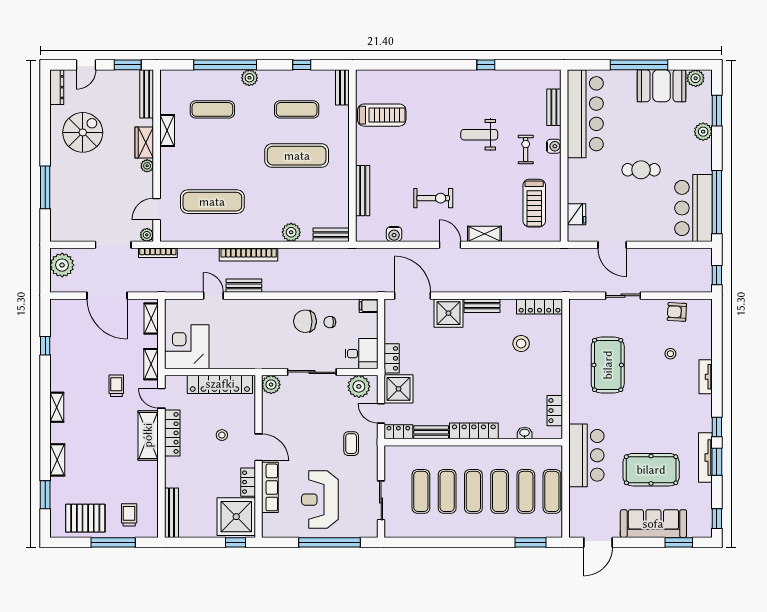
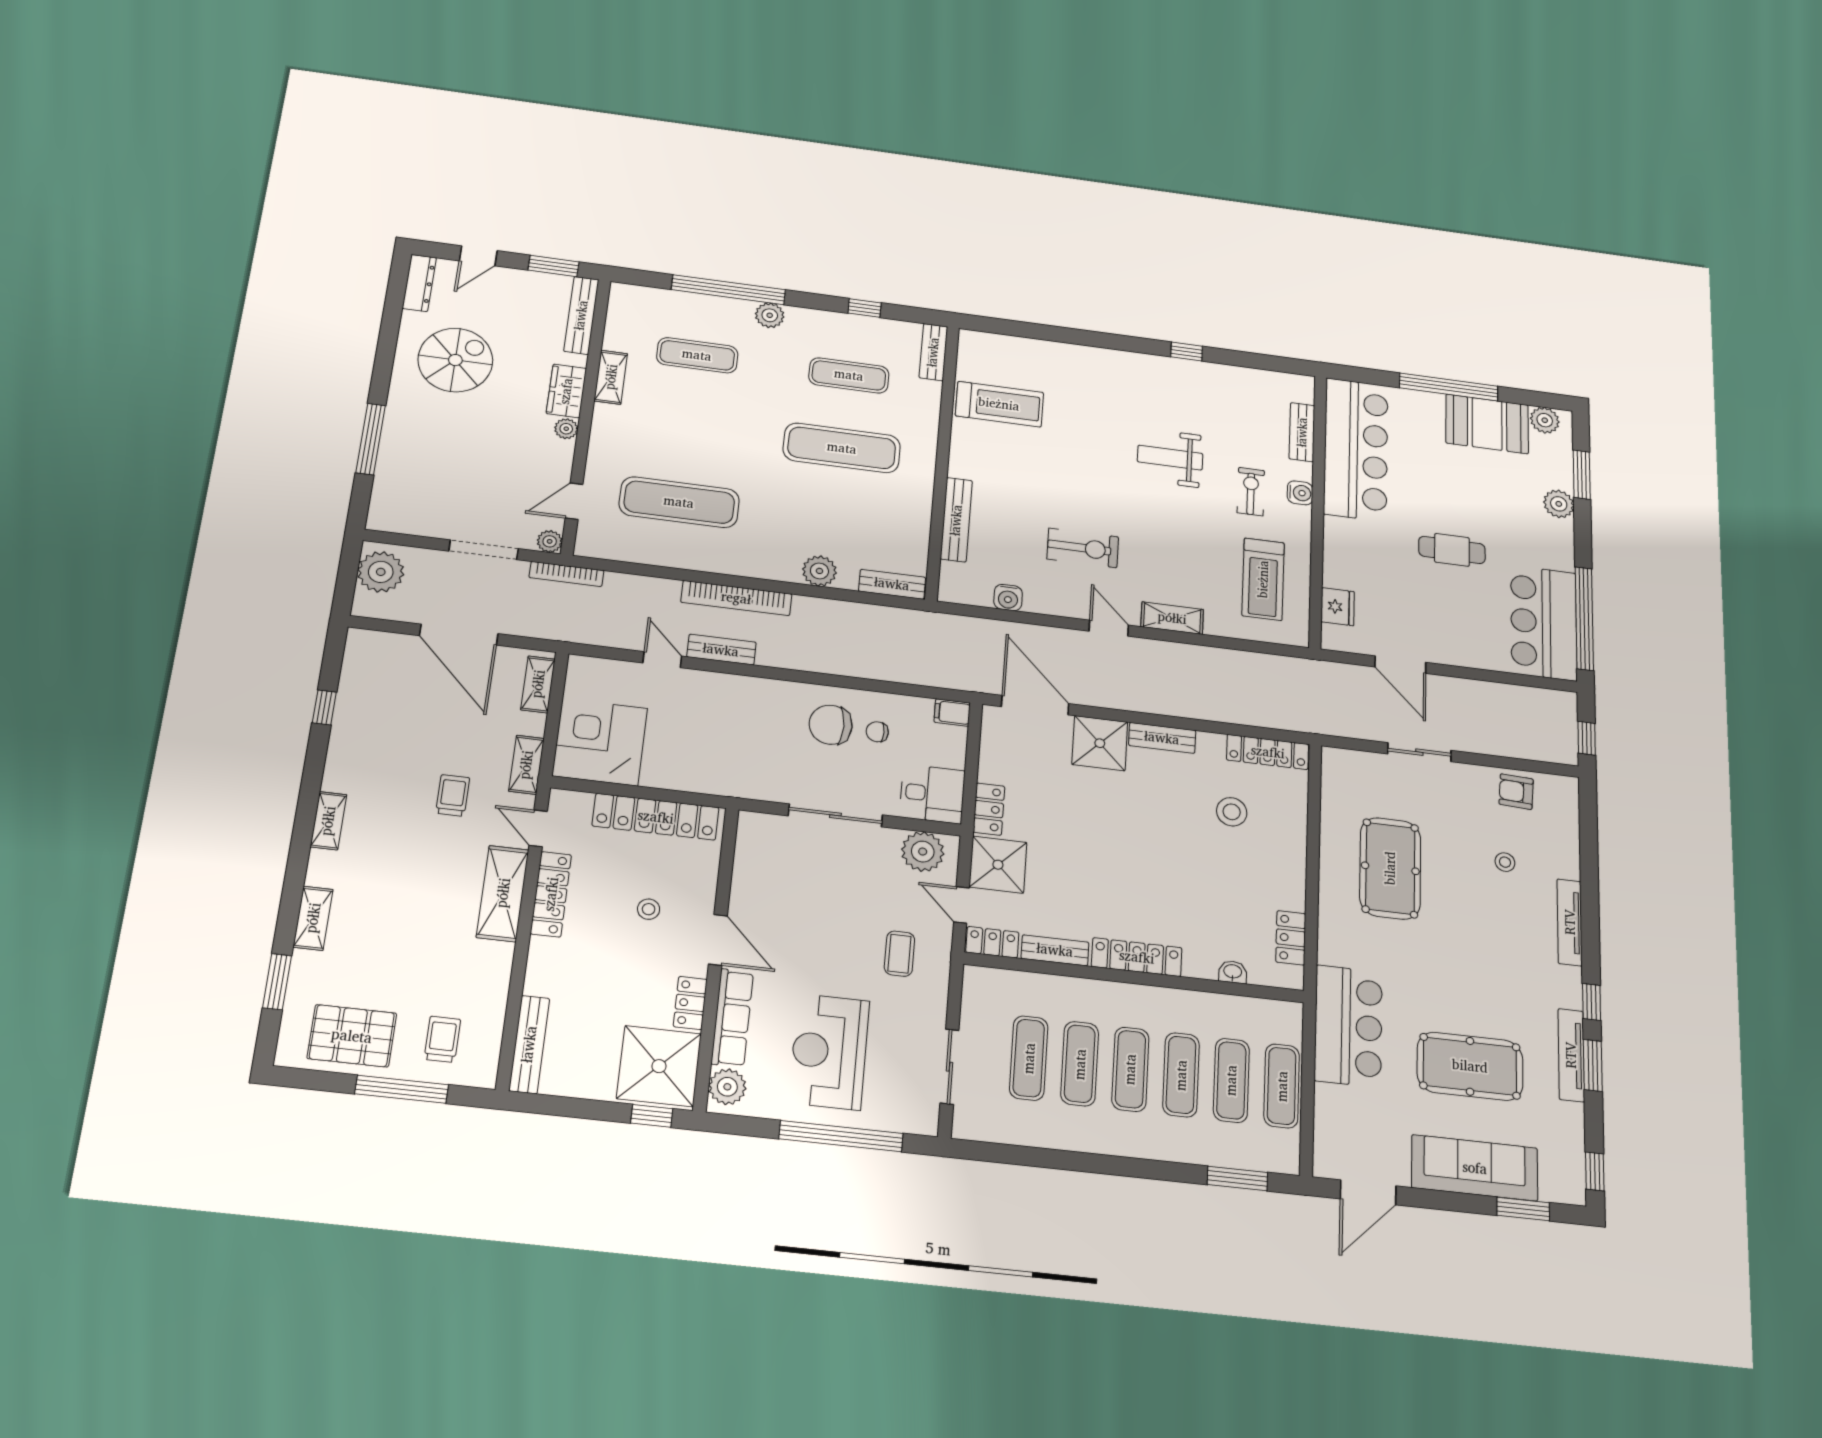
tv unit: (706, 377) -> (1570, 922), width x1.41
plant: (271, 385) -> (727, 1087), moved

